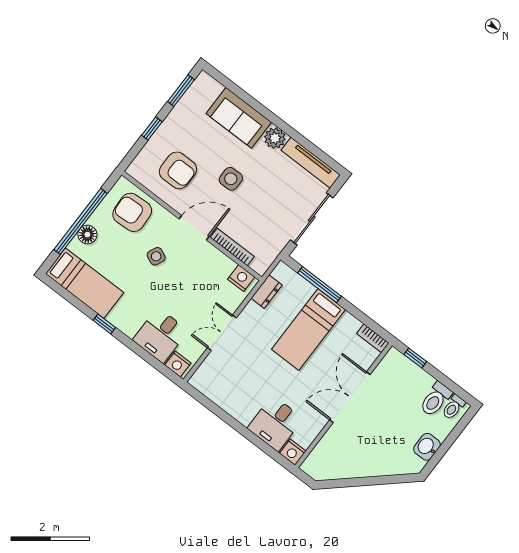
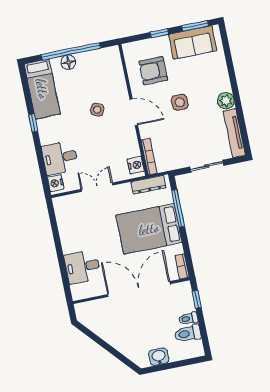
sofa: (239, 118) -> (193, 42), moved, turned -90
armchair: (178, 170) -> (153, 71), turned 90
armchair: (132, 212) -> (105, 72), removed
sliding door: (312, 219) -> (207, 166), width x0.73
bookcase: (232, 247) -> (149, 157), moved
dresser: (267, 292) -> (149, 185), width x1.44
bed: (308, 329) -> (149, 229), width x1.50
double door: (350, 397) -> (139, 289), width x1.36
toilet: (453, 407) -> (188, 319), moved
nightstand: (293, 452) -> (78, 292), removed

